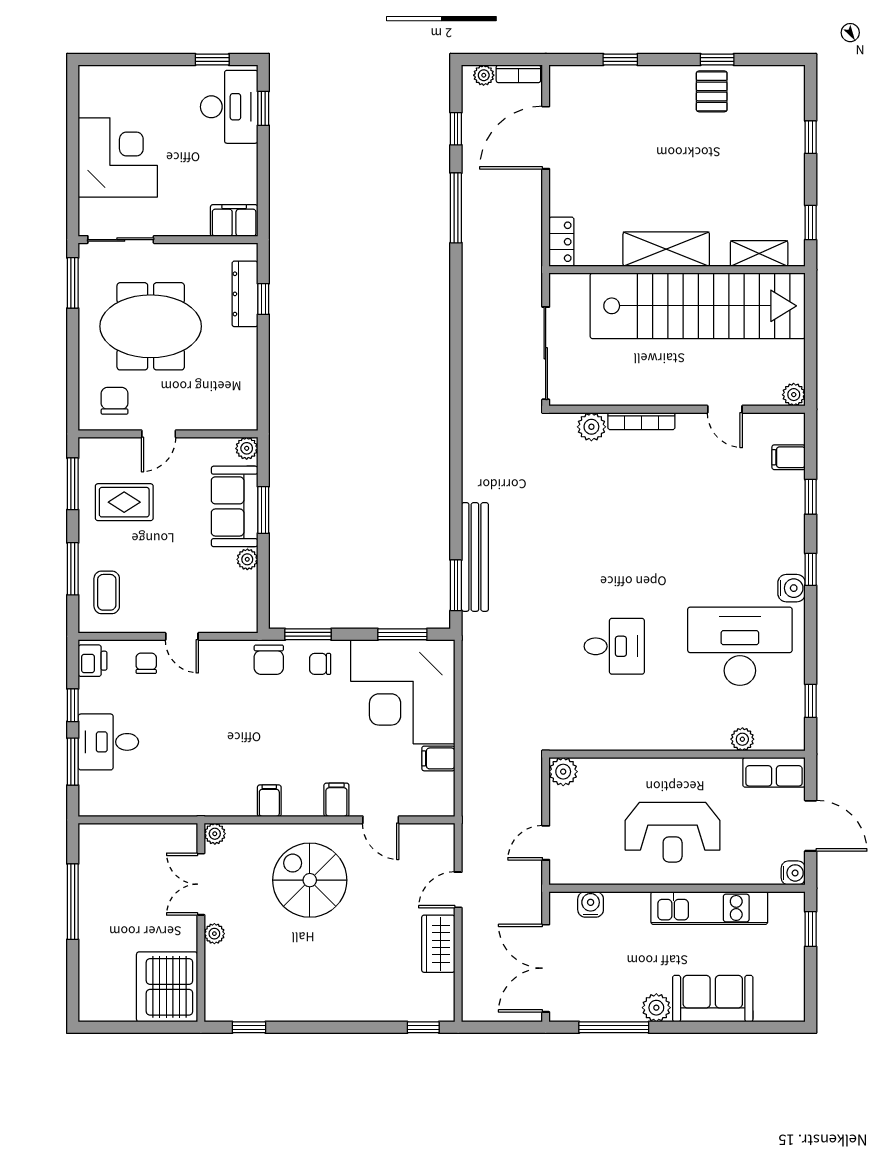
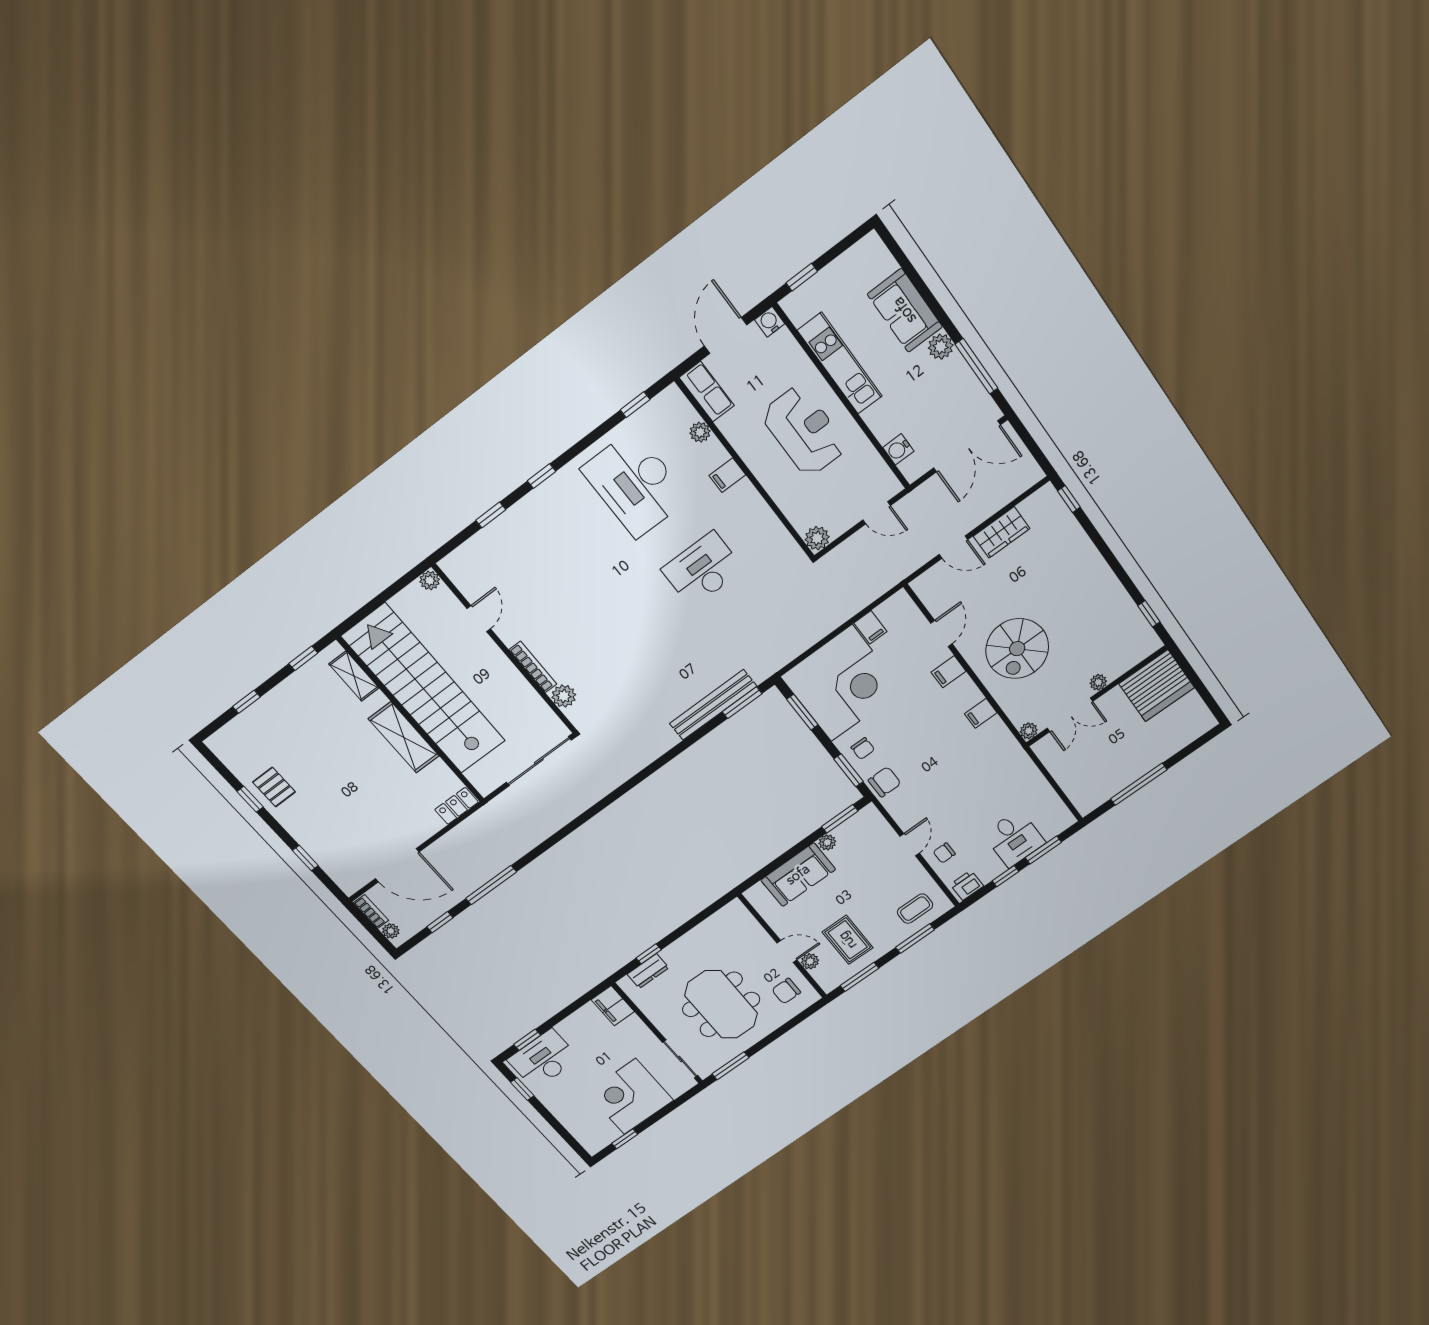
pallet: (712, 91) -> (274, 787), turned 90
window: (73, 114) -> (625, 1139), added
dresser: (245, 294) -> (648, 971), width x0.70
plant: (247, 448) -> (810, 961), moved
filing cabinet: (789, 457) -> (727, 475), moved, turned 90
window: (263, 510) -> (840, 819), moved
water cooler: (792, 588) -> (565, 479), removed
desk: (614, 646) -> (703, 569), width x1.37

